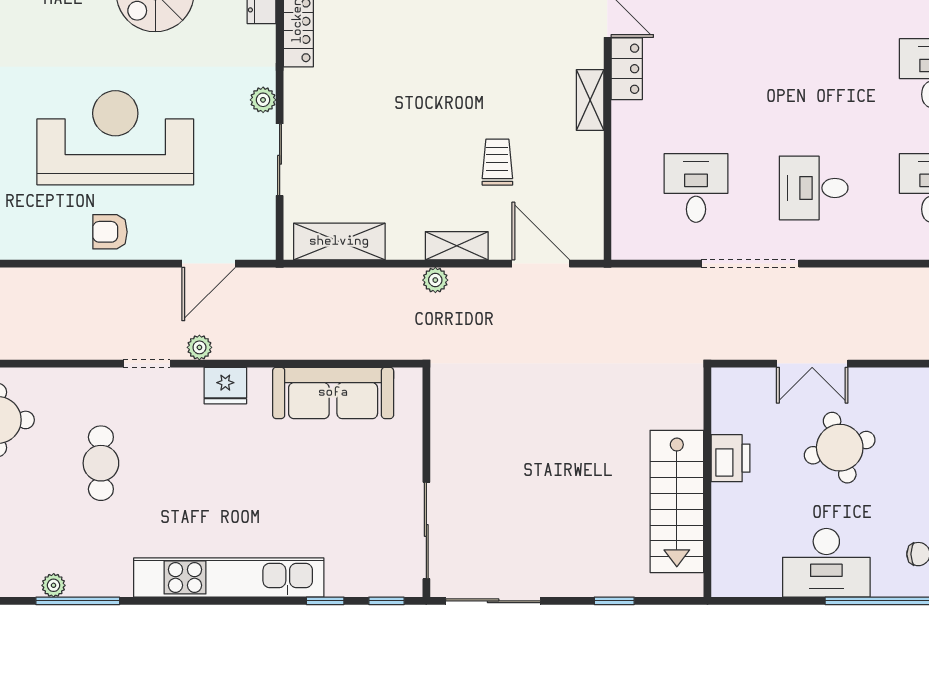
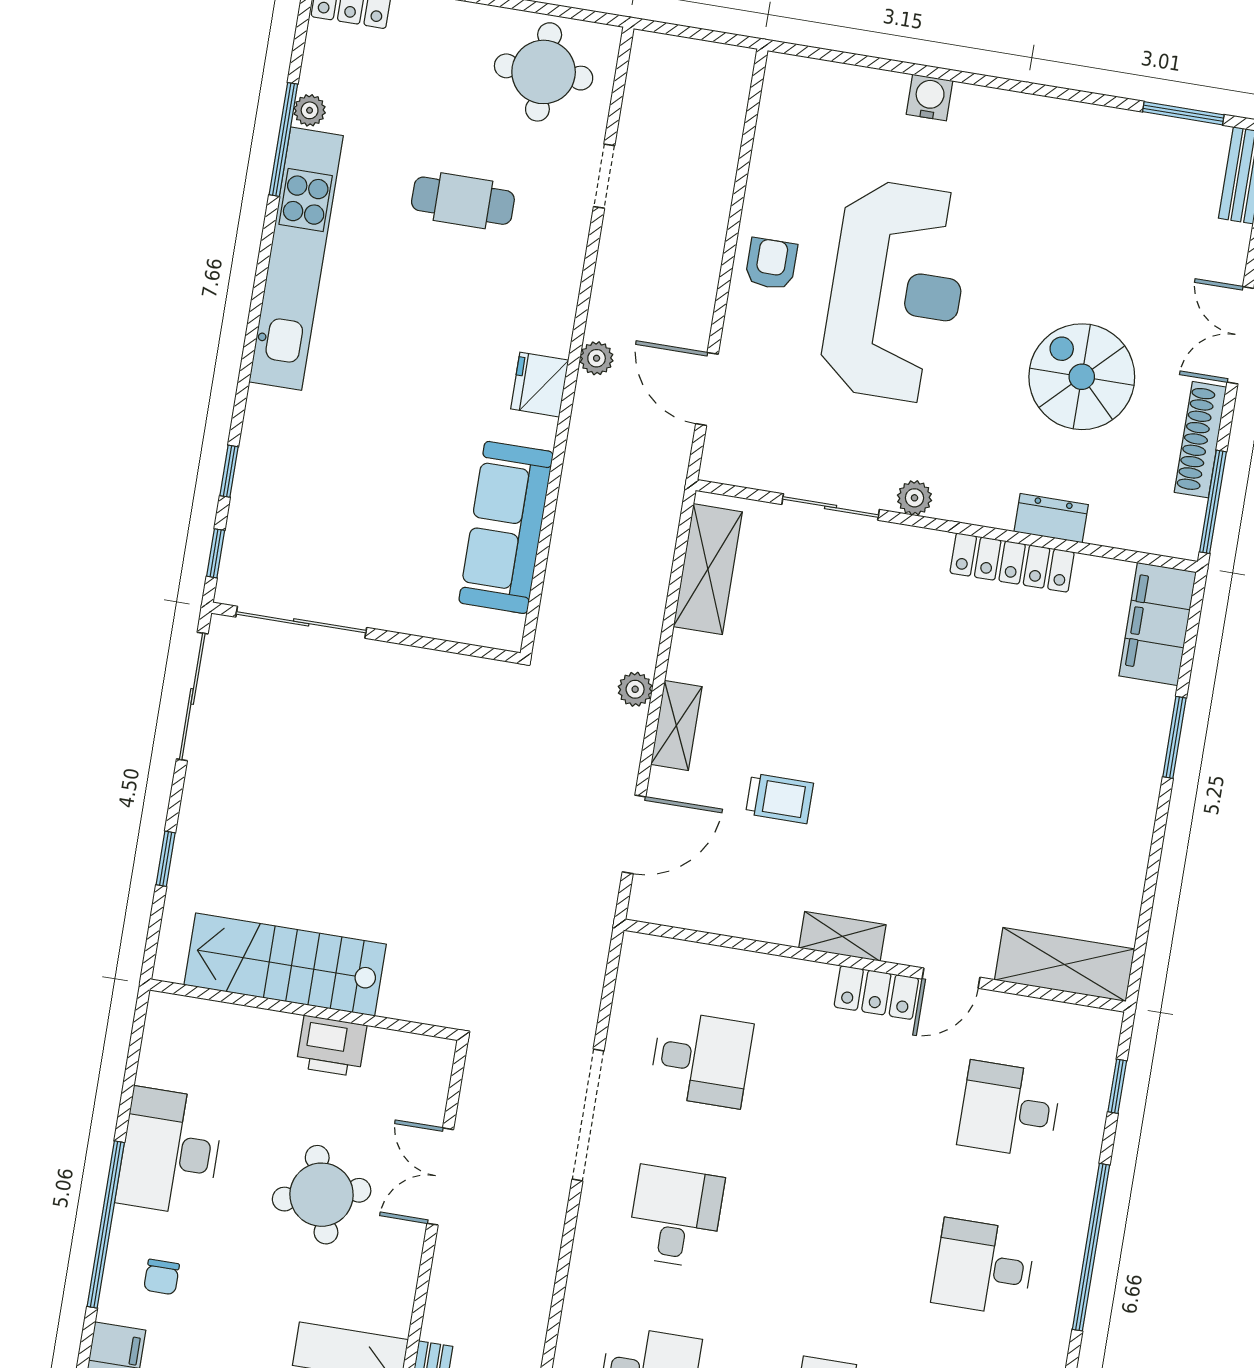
doorway: (147, 364) -> (604, 176), moved
kitchen unit: (229, 577) -> (296, 259), moved

